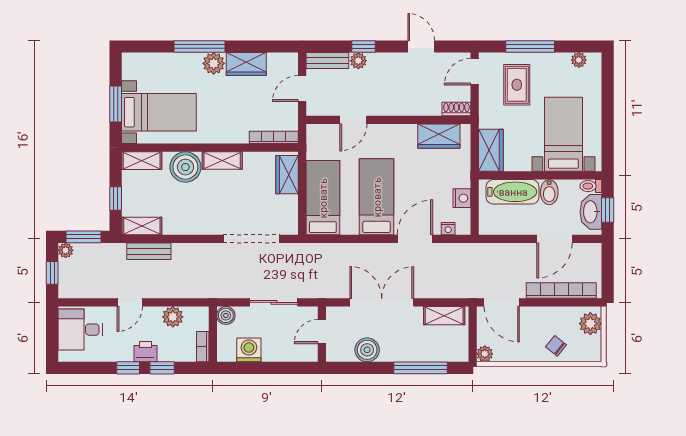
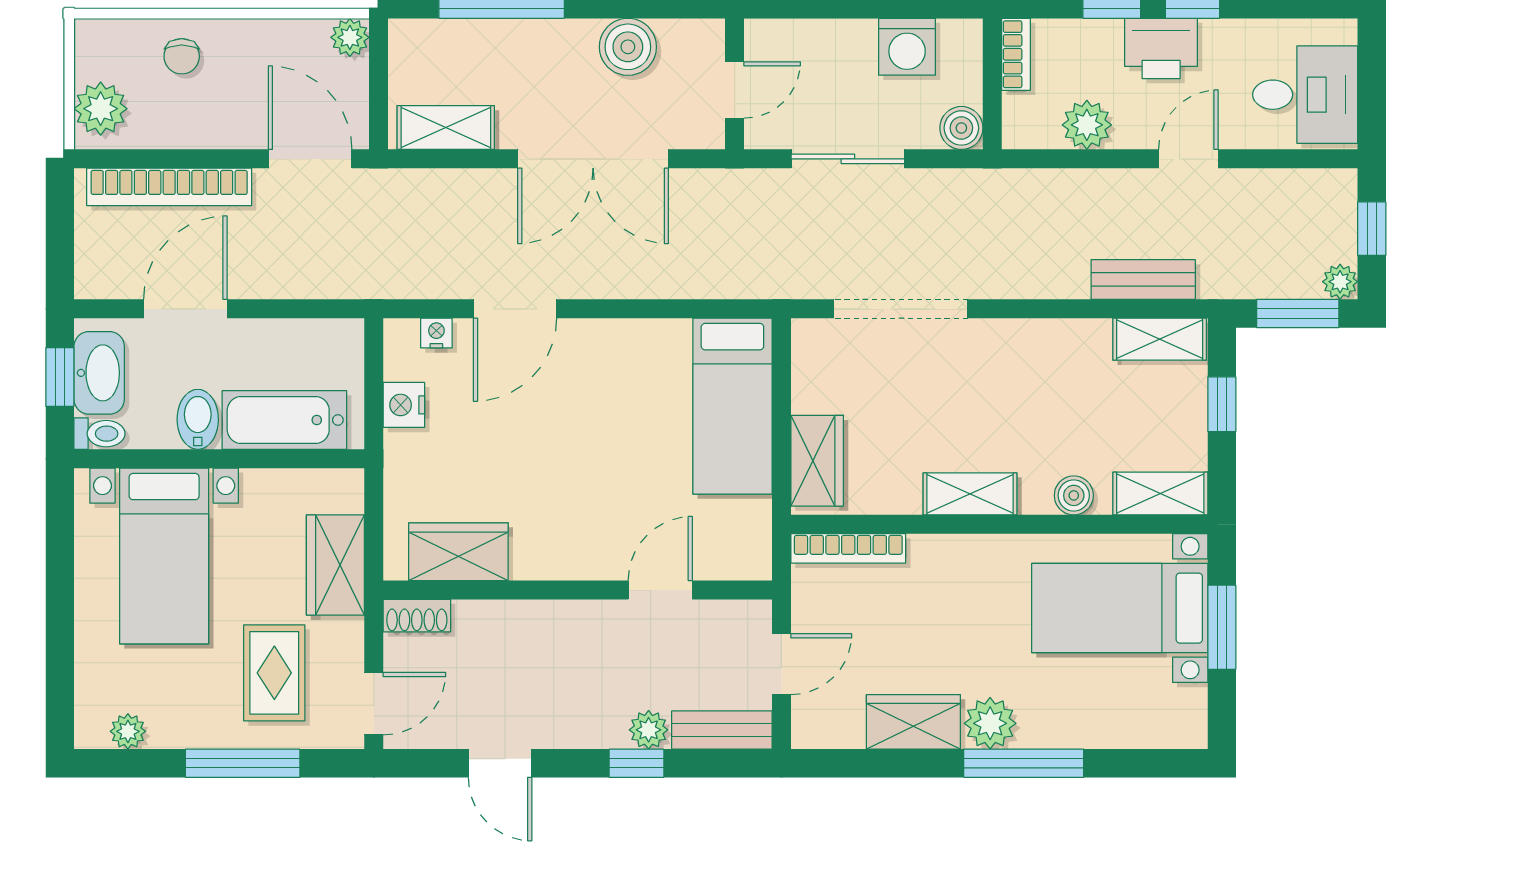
wardrobe: (491, 150) -> (335, 565), moved
boiler: (185, 167) -> (1074, 495), width x0.54, depth x0.54
bed: (377, 197) -> (606, 408), removed
chair: (556, 346) -> (182, 56), turned 51
printer: (145, 352) -> (1161, 48), width x1.36, depth x1.24

